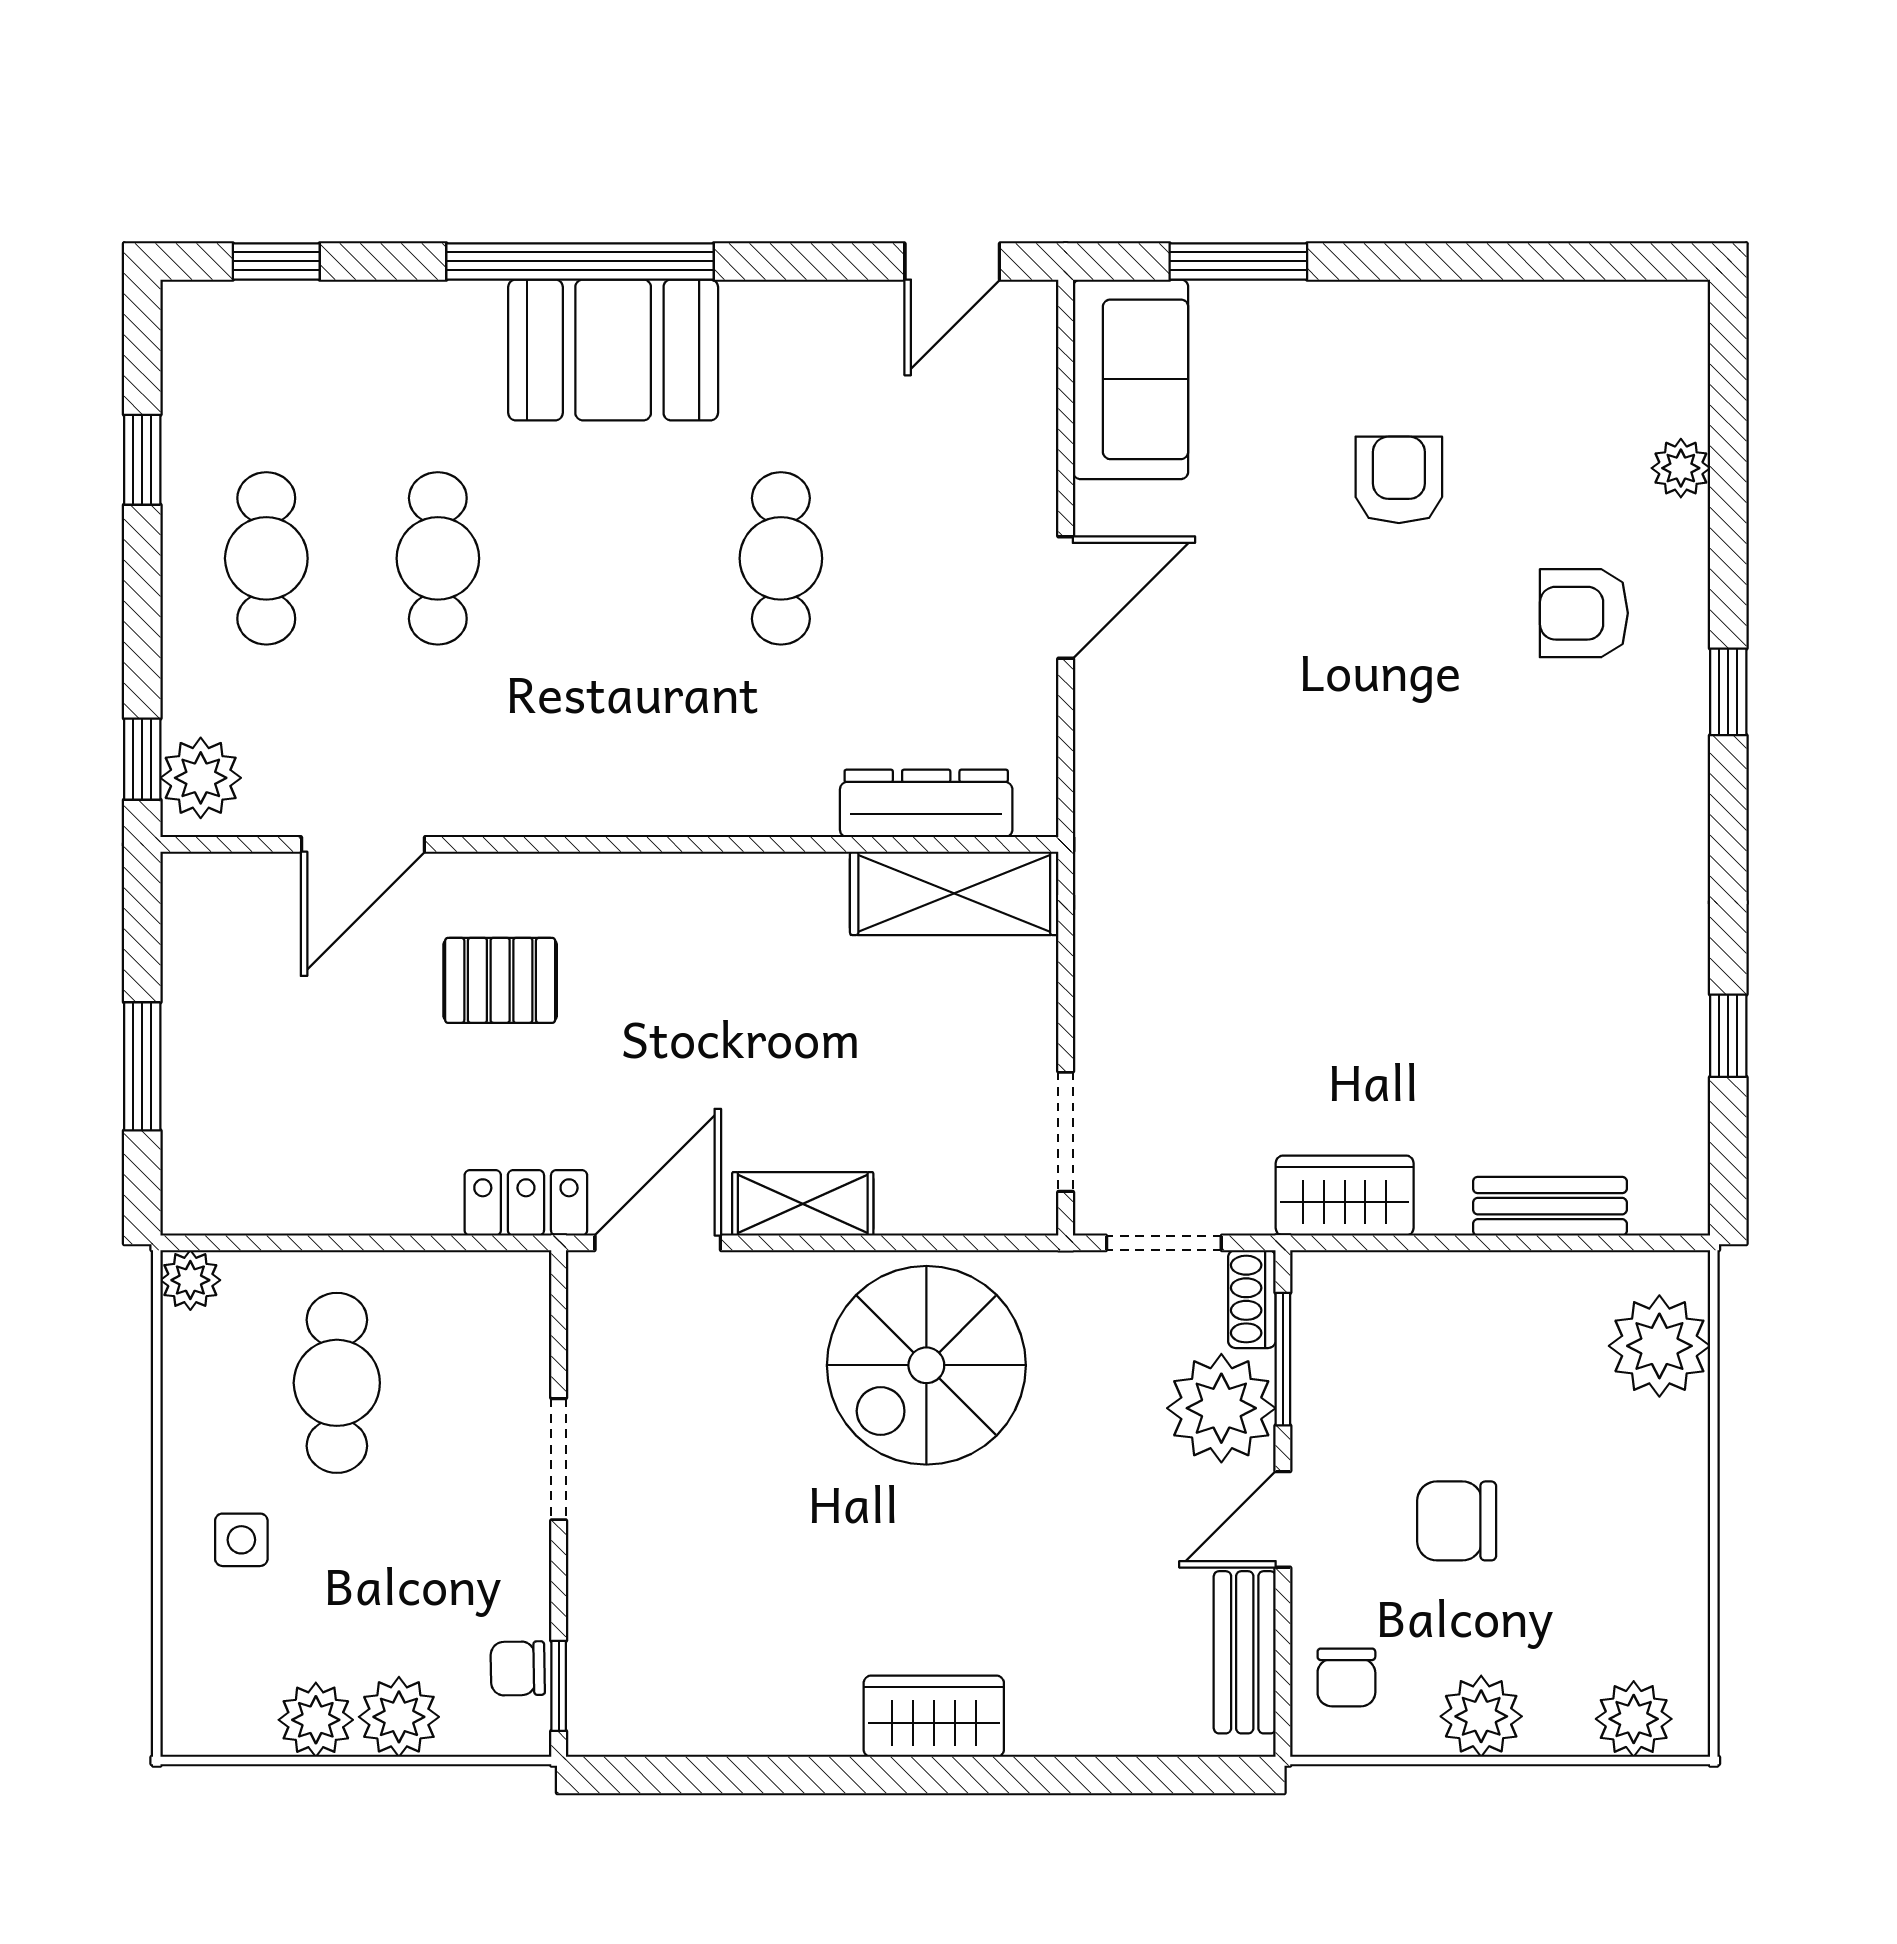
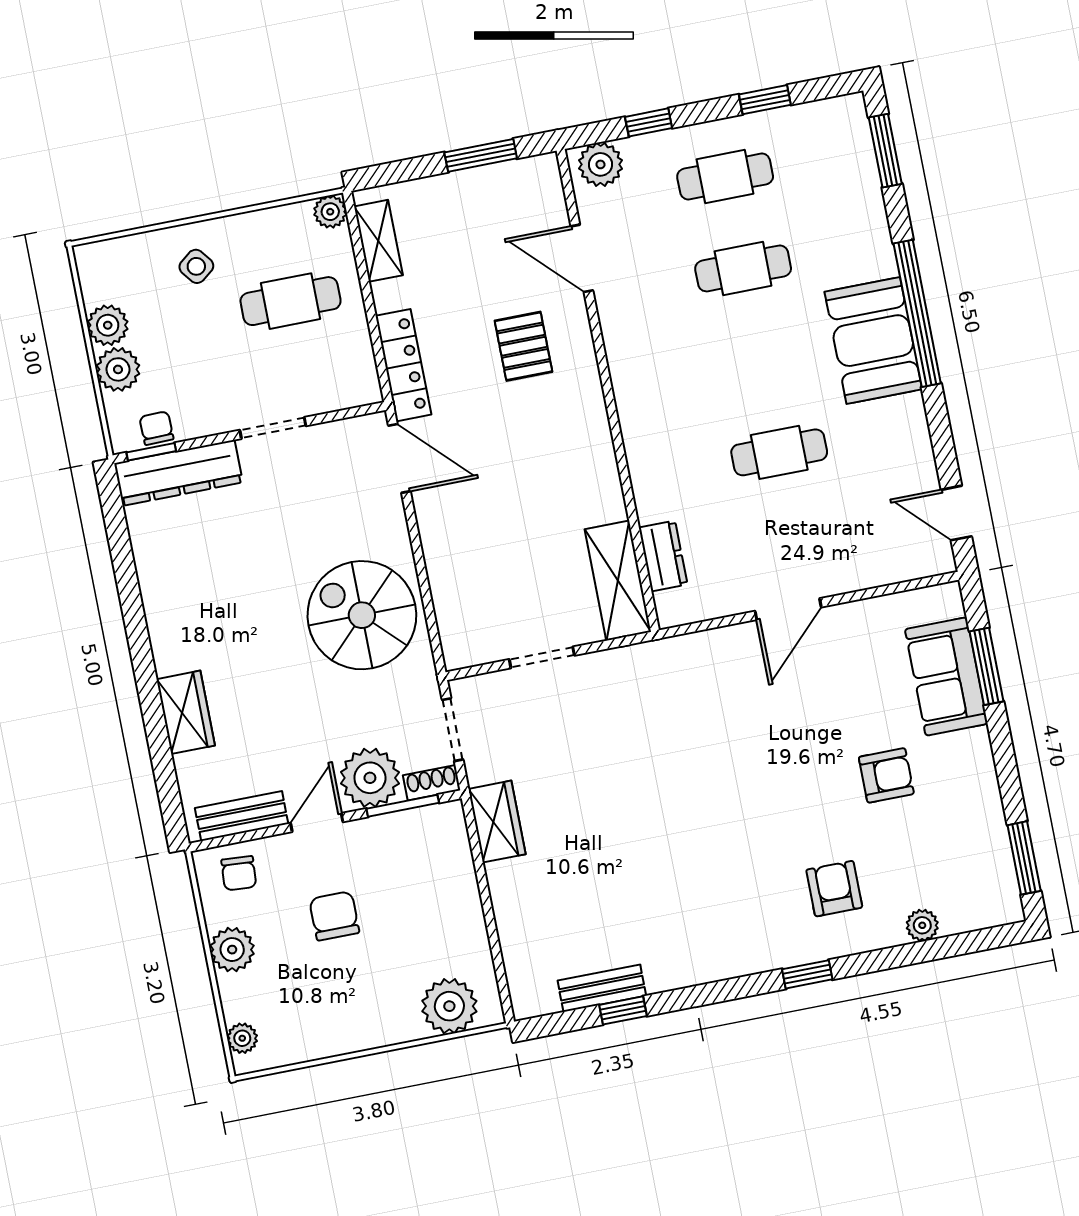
window: (276, 261) -> (885, 151), width x1.50
window: (1596, 261) -> (1024, 858), added
sofa: (1131, 379) -> (946, 677), moved, turned 90
door: (1066, 597) -> (788, 609), hinge flipped
window: (142, 759) -> (649, 122), moved
dresser: (926, 803) -> (663, 556), width x0.70
window: (142, 1066) -> (481, 155), moved
doorway: (1066, 1132) -> (542, 657), moved
locker: (526, 1203) -> (403, 365), width x1.53
shelving: (803, 1204) -> (378, 241), moved
bench: (1550, 1206) -> (602, 988), moved, turned 90
door: (1283, 1519) -> (317, 823), hinge flipped
side table: (241, 1540) -> (196, 266), turned -38
dresser: (606, 1645) -> (178, 473), added
chair: (1346, 1677) -> (239, 873), turned -86
wardrobe: (934, 1716) -> (186, 712), moved
plant: (1634, 1719) -> (242, 1038), width x0.73, depth x0.73

